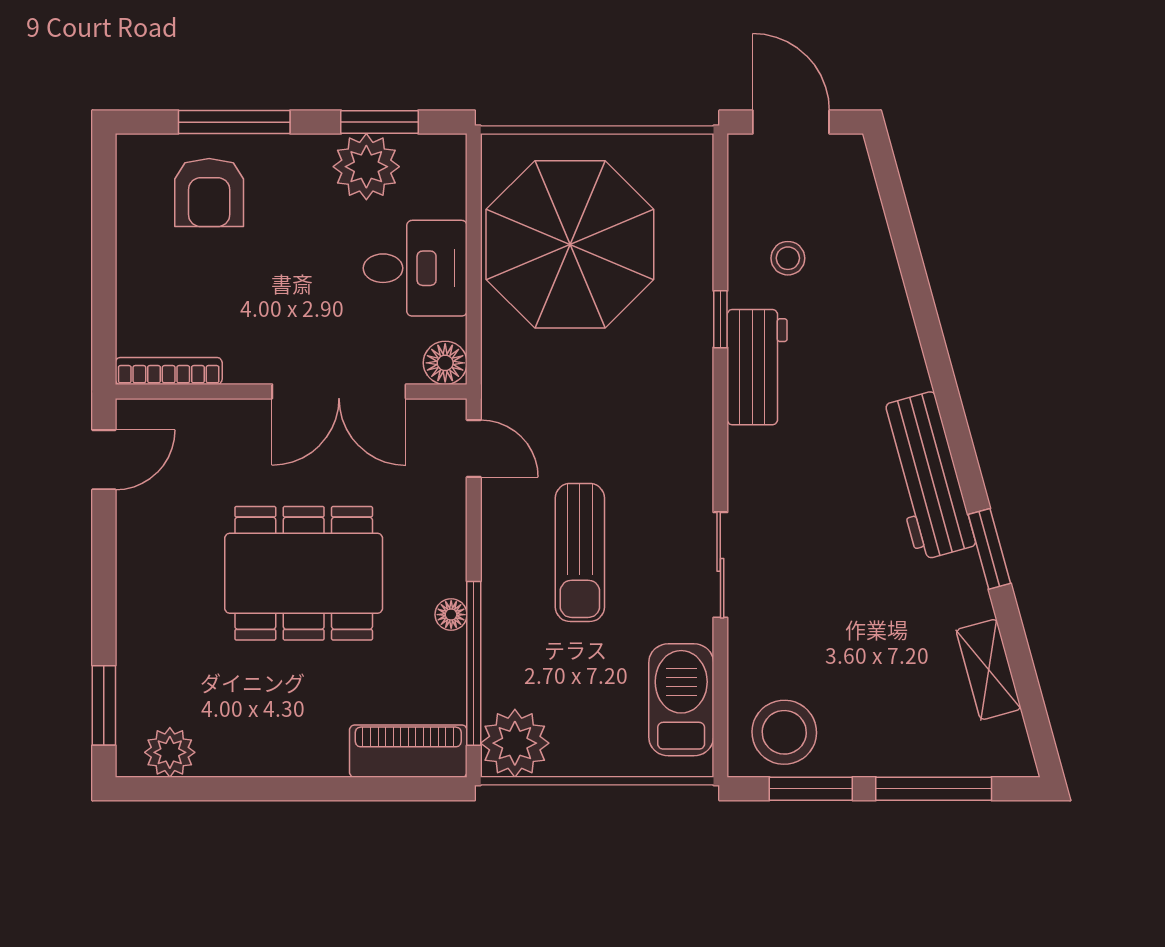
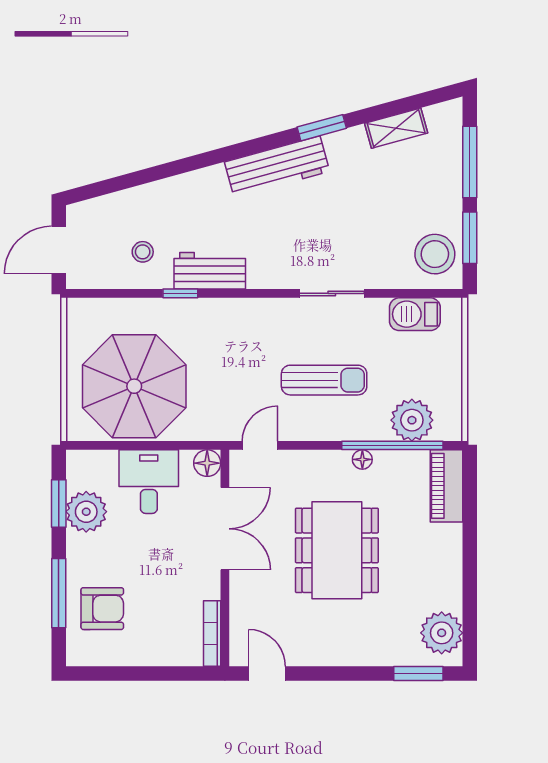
barbecue: (681, 700) -> (415, 314), width x0.73, depth x0.83
plant: (515, 743) -> (412, 420), moved
plant: (170, 752) -> (442, 633), width x1.36, depth x1.36

